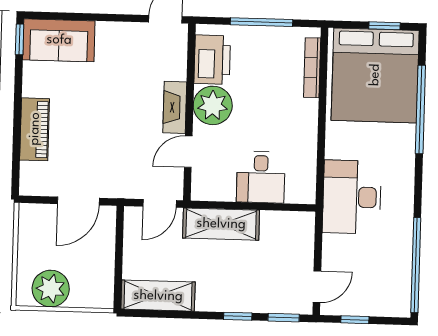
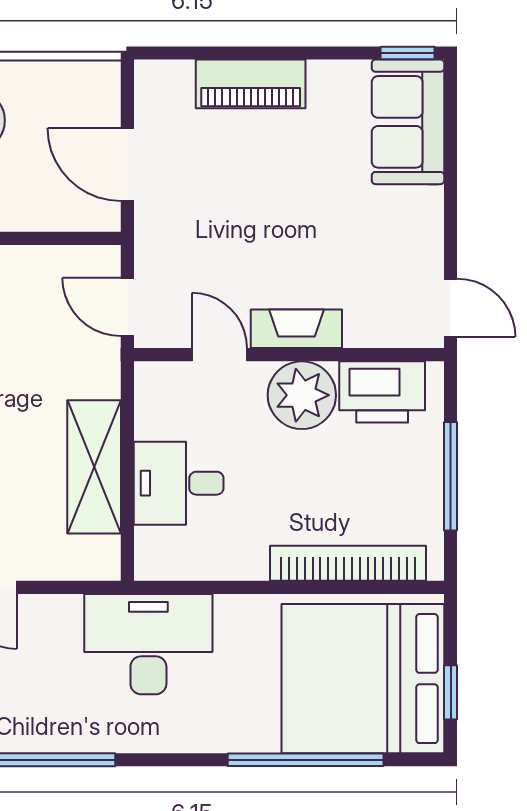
bookcase: (312, 68) -> (348, 563), width x1.48, depth x1.31
shelving: (221, 224) -> (94, 467), moved

